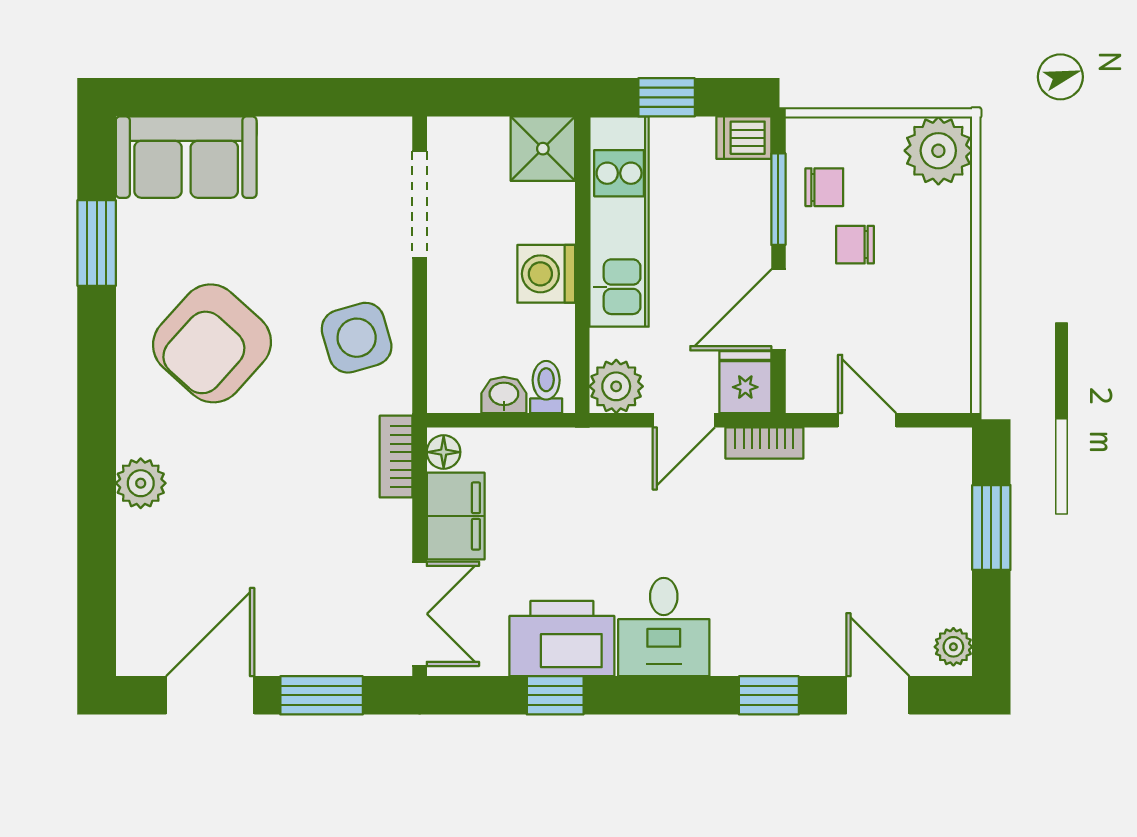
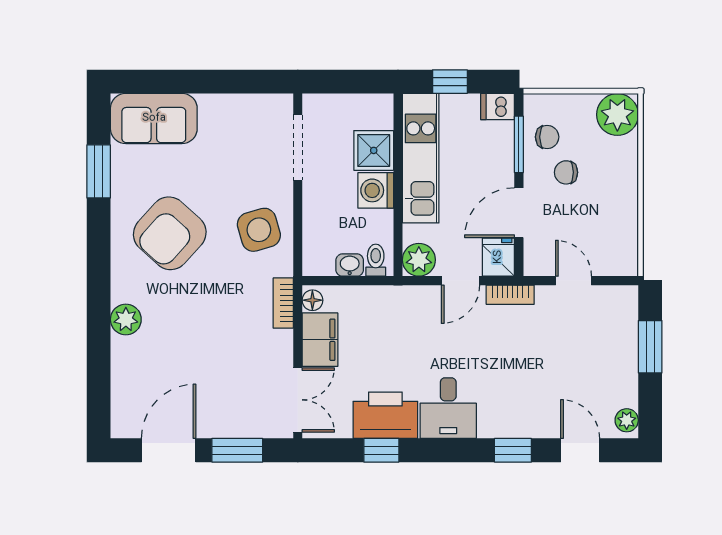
shower: (543, 149) -> (374, 150), moved

